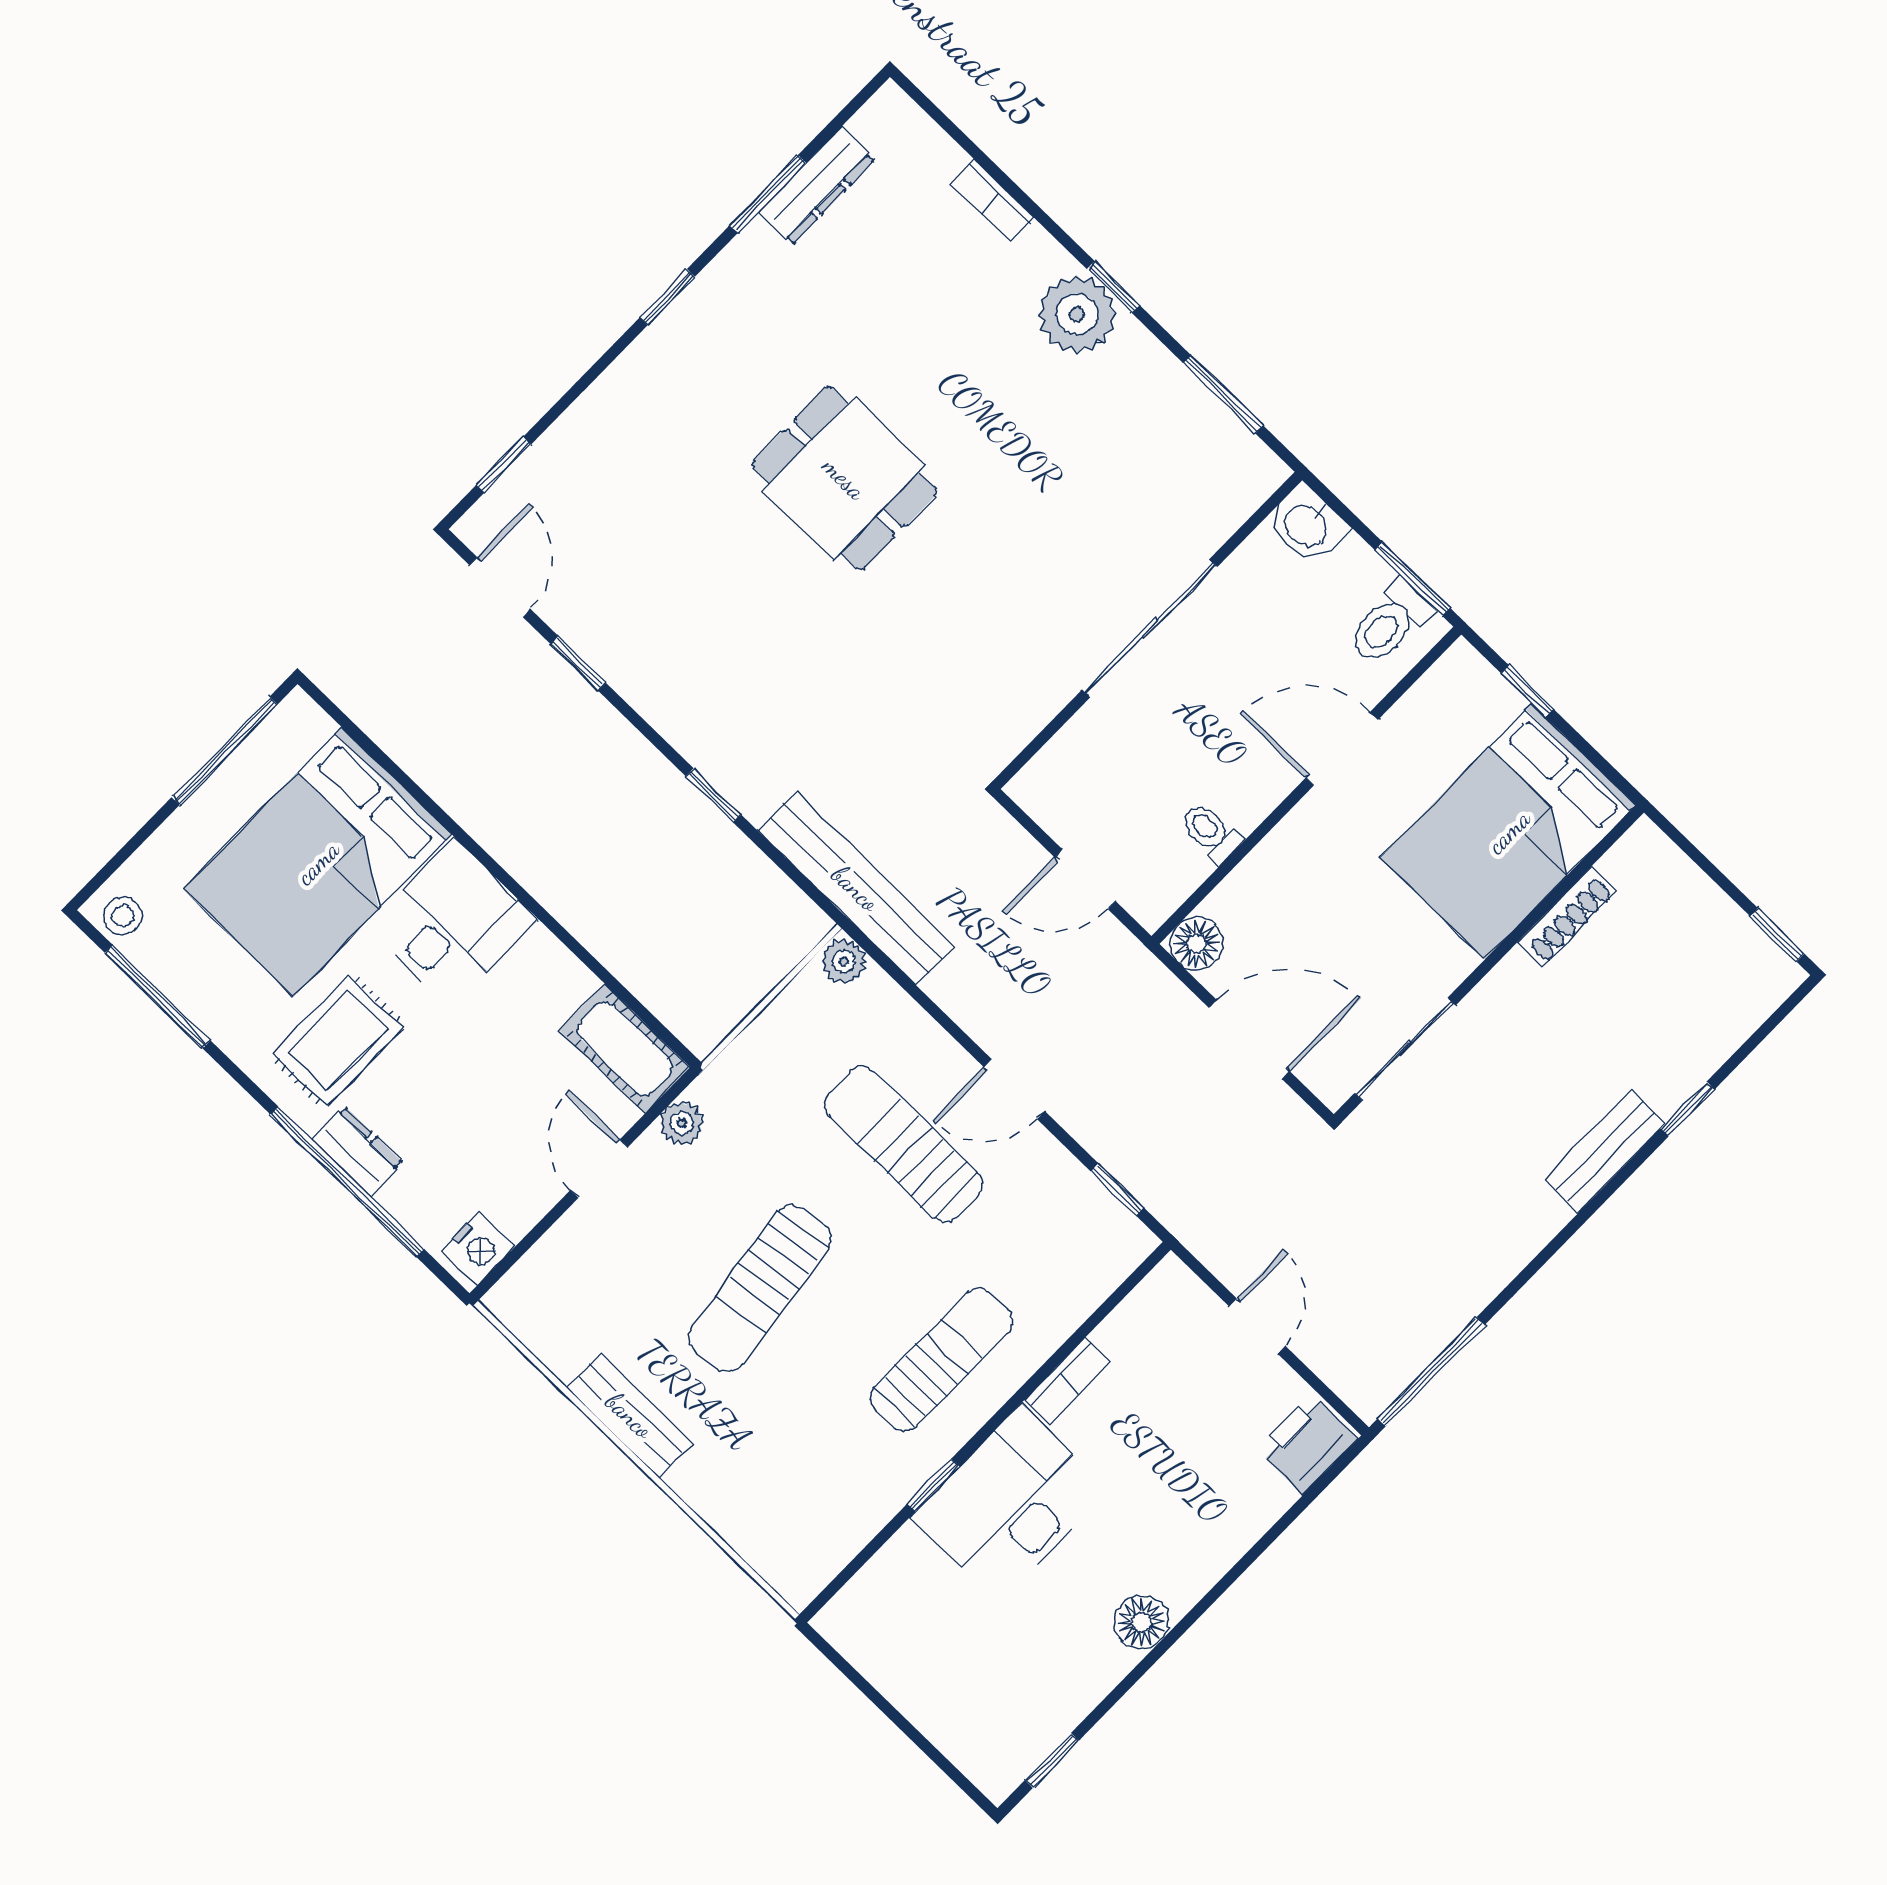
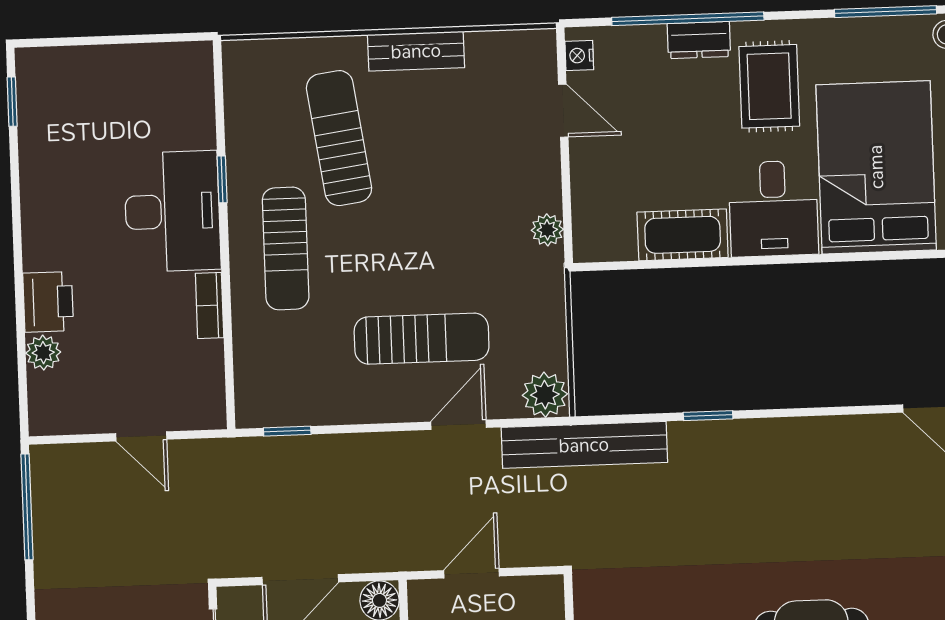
window: (578, 663) -> (849, 410), removed
plant: (844, 961) -> (545, 395), width x1.38, depth x1.38
cot: (625, 1049) -> (683, 235), moved
door: (1014, 1089) -> (458, 425), moved
door: (599, 1169) -> (563, 111), moved
nightstand: (478, 1248) -> (579, 55), width x0.72, depth x0.74
sun lounger: (760, 1288) -> (339, 138), moved
printer: (1307, 1444) -> (48, 302), moved
plant: (1267, 1499) -> (43, 353), added
floor lamp: (1141, 1622) -> (41, 221), removed

